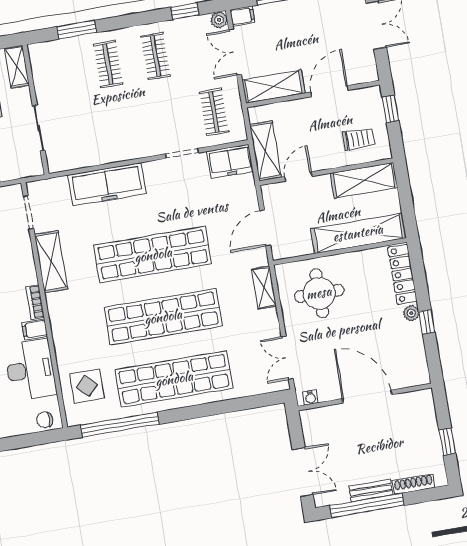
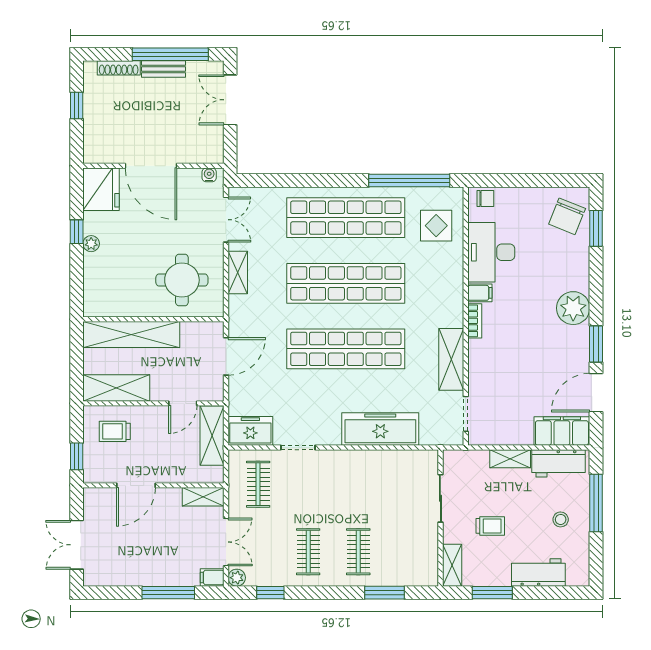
shelving: (273, 87) -> (203, 497), width x0.67, depth x0.75
locker: (402, 274) -> (93, 285), removed
shelving: (264, 288) -> (238, 273), moved
fridge: (411, 366) -> (101, 189), added

